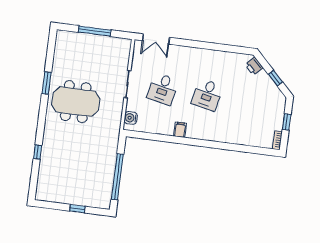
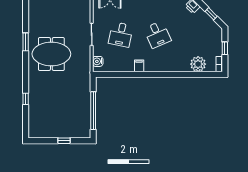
desk: (207, 95) -> (157, 34), turned -36
plant: (252, 137) -> (198, 64), added

